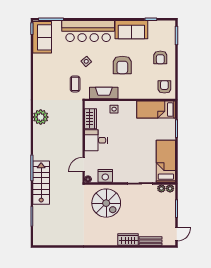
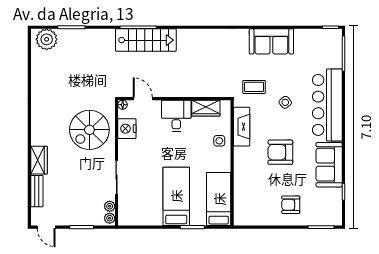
sofa: (42, 37) -> (271, 41), moved
armchair: (164, 87) -> (250, 210), removed
plant: (41, 117) -> (47, 39), moved
bed: (166, 161) -> (176, 196), moved, turned -90
stairs: (41, 183) -> (146, 40), moved

